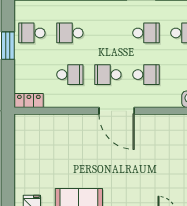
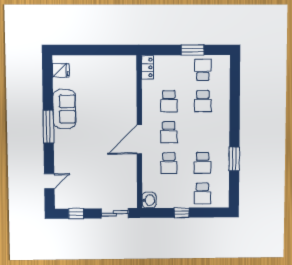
school desk: (70, 33) -> (203, 101), turned 180
school desk: (108, 75) -> (169, 132), turned 180

